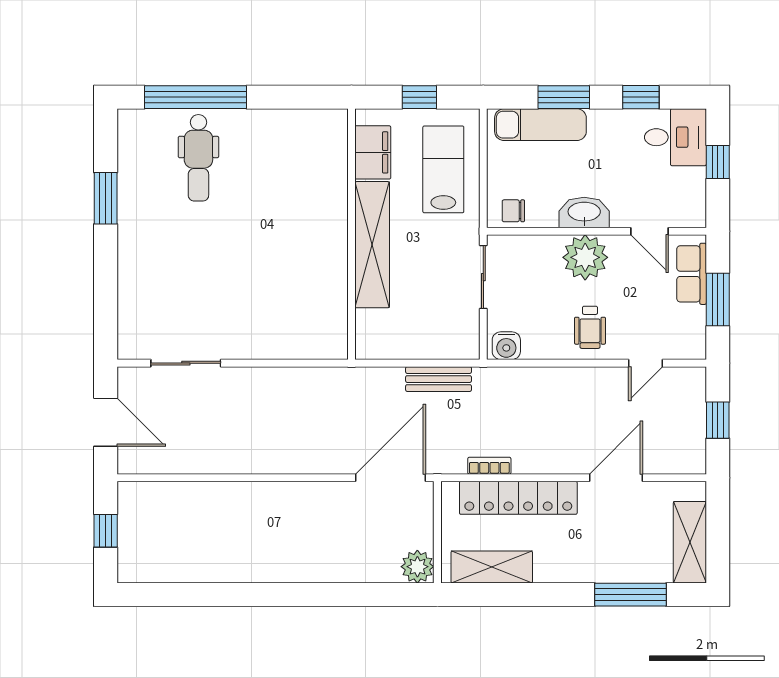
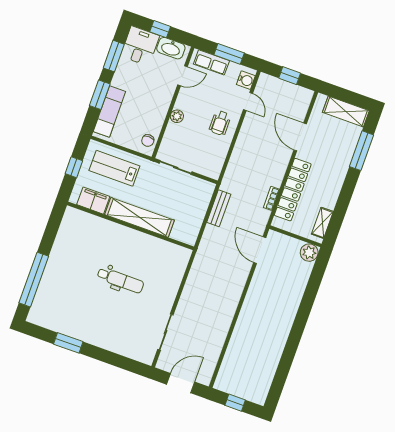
window: (641, 97) -> (114, 56), width x1.50
dental chair: (198, 158) -> (120, 280), moved
washbasin: (584, 213) -> (171, 48), moved, turned -90
plant: (585, 257) -> (177, 116), width x0.53, depth x0.53
wheelchair: (590, 327) -> (220, 123), turned 90
water cooler: (506, 346) -> (246, 80), moved
door: (391, 478) -> (260, 250), width x0.73
shelving: (492, 567) -> (322, 223), width x0.67, depth x0.75

